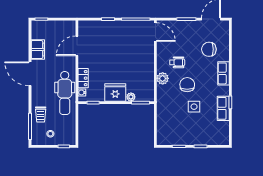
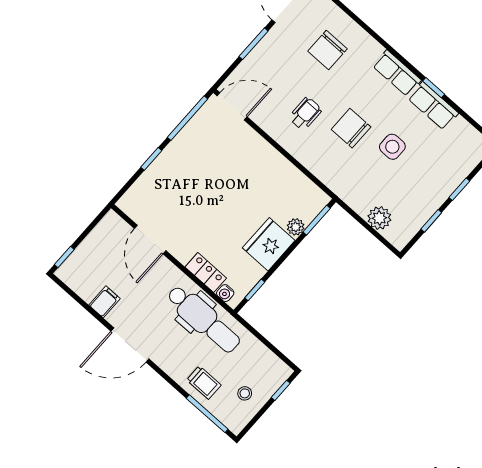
filing cabinet: (38, 50) -> (104, 302), width x0.50
row of seats: (224, 73) -> (397, 73), moved
plant: (163, 78) -> (379, 218), moved

